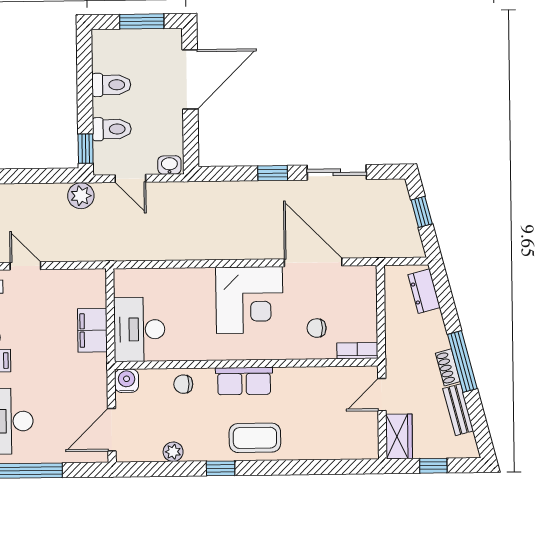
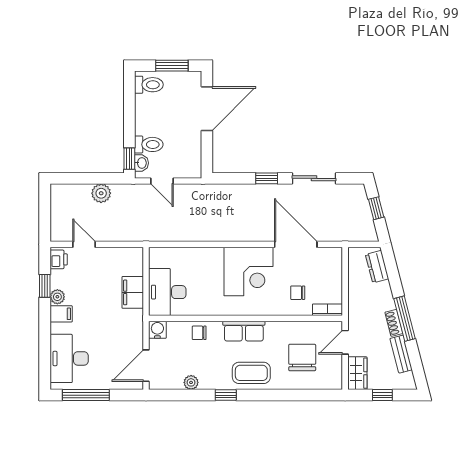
toilet: (111, 85) -> (149, 85), moved
washbasin: (169, 165) -> (141, 163), moved, turned 90
plant: (81, 196) -> (101, 193), moved
chair: (324, 416) -> (302, 358), added

